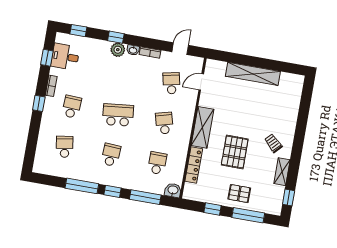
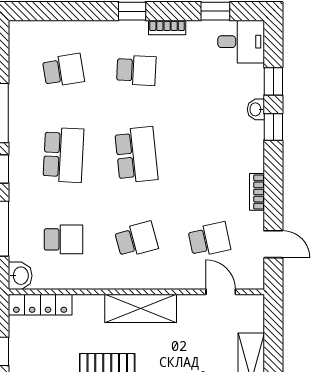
window: (78, 31) -> (273, 81), moved
plant: (118, 50) -> (252, 134), removed
washbasin: (133, 50) -> (256, 109), moved
desk: (65, 57) -> (241, 42), moved, turned 90
school desk: (111, 155) -> (63, 155), width x1.85
locker: (194, 165) -> (40, 305), moved

